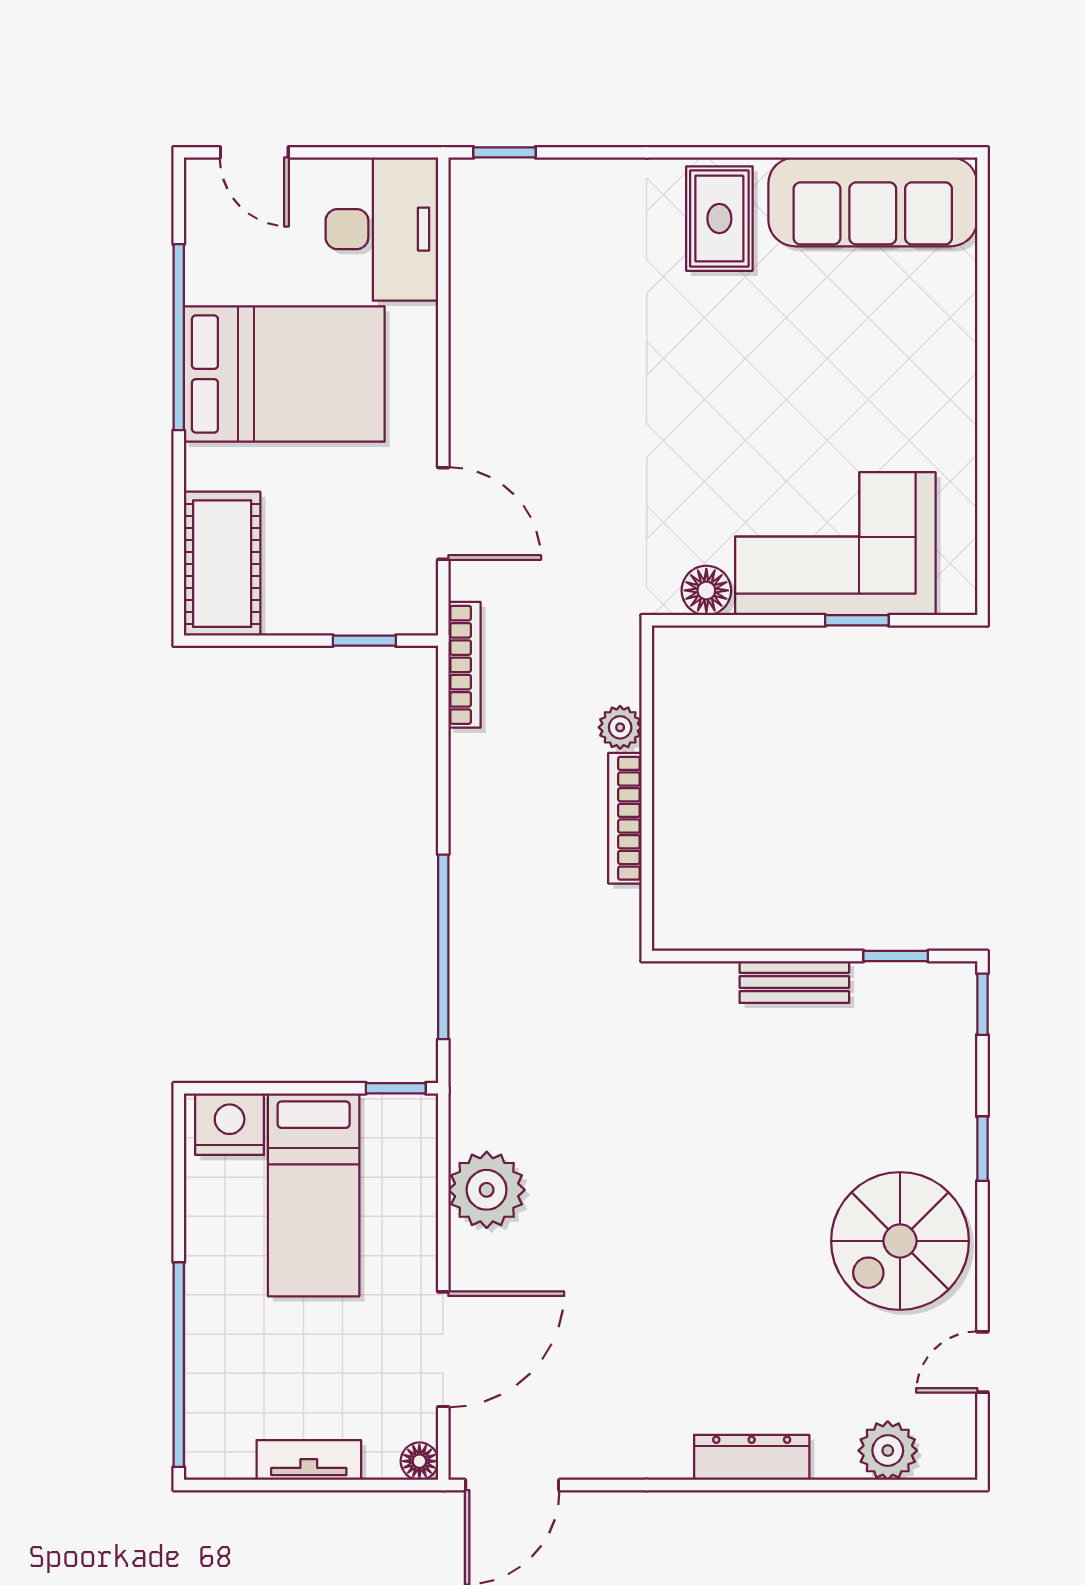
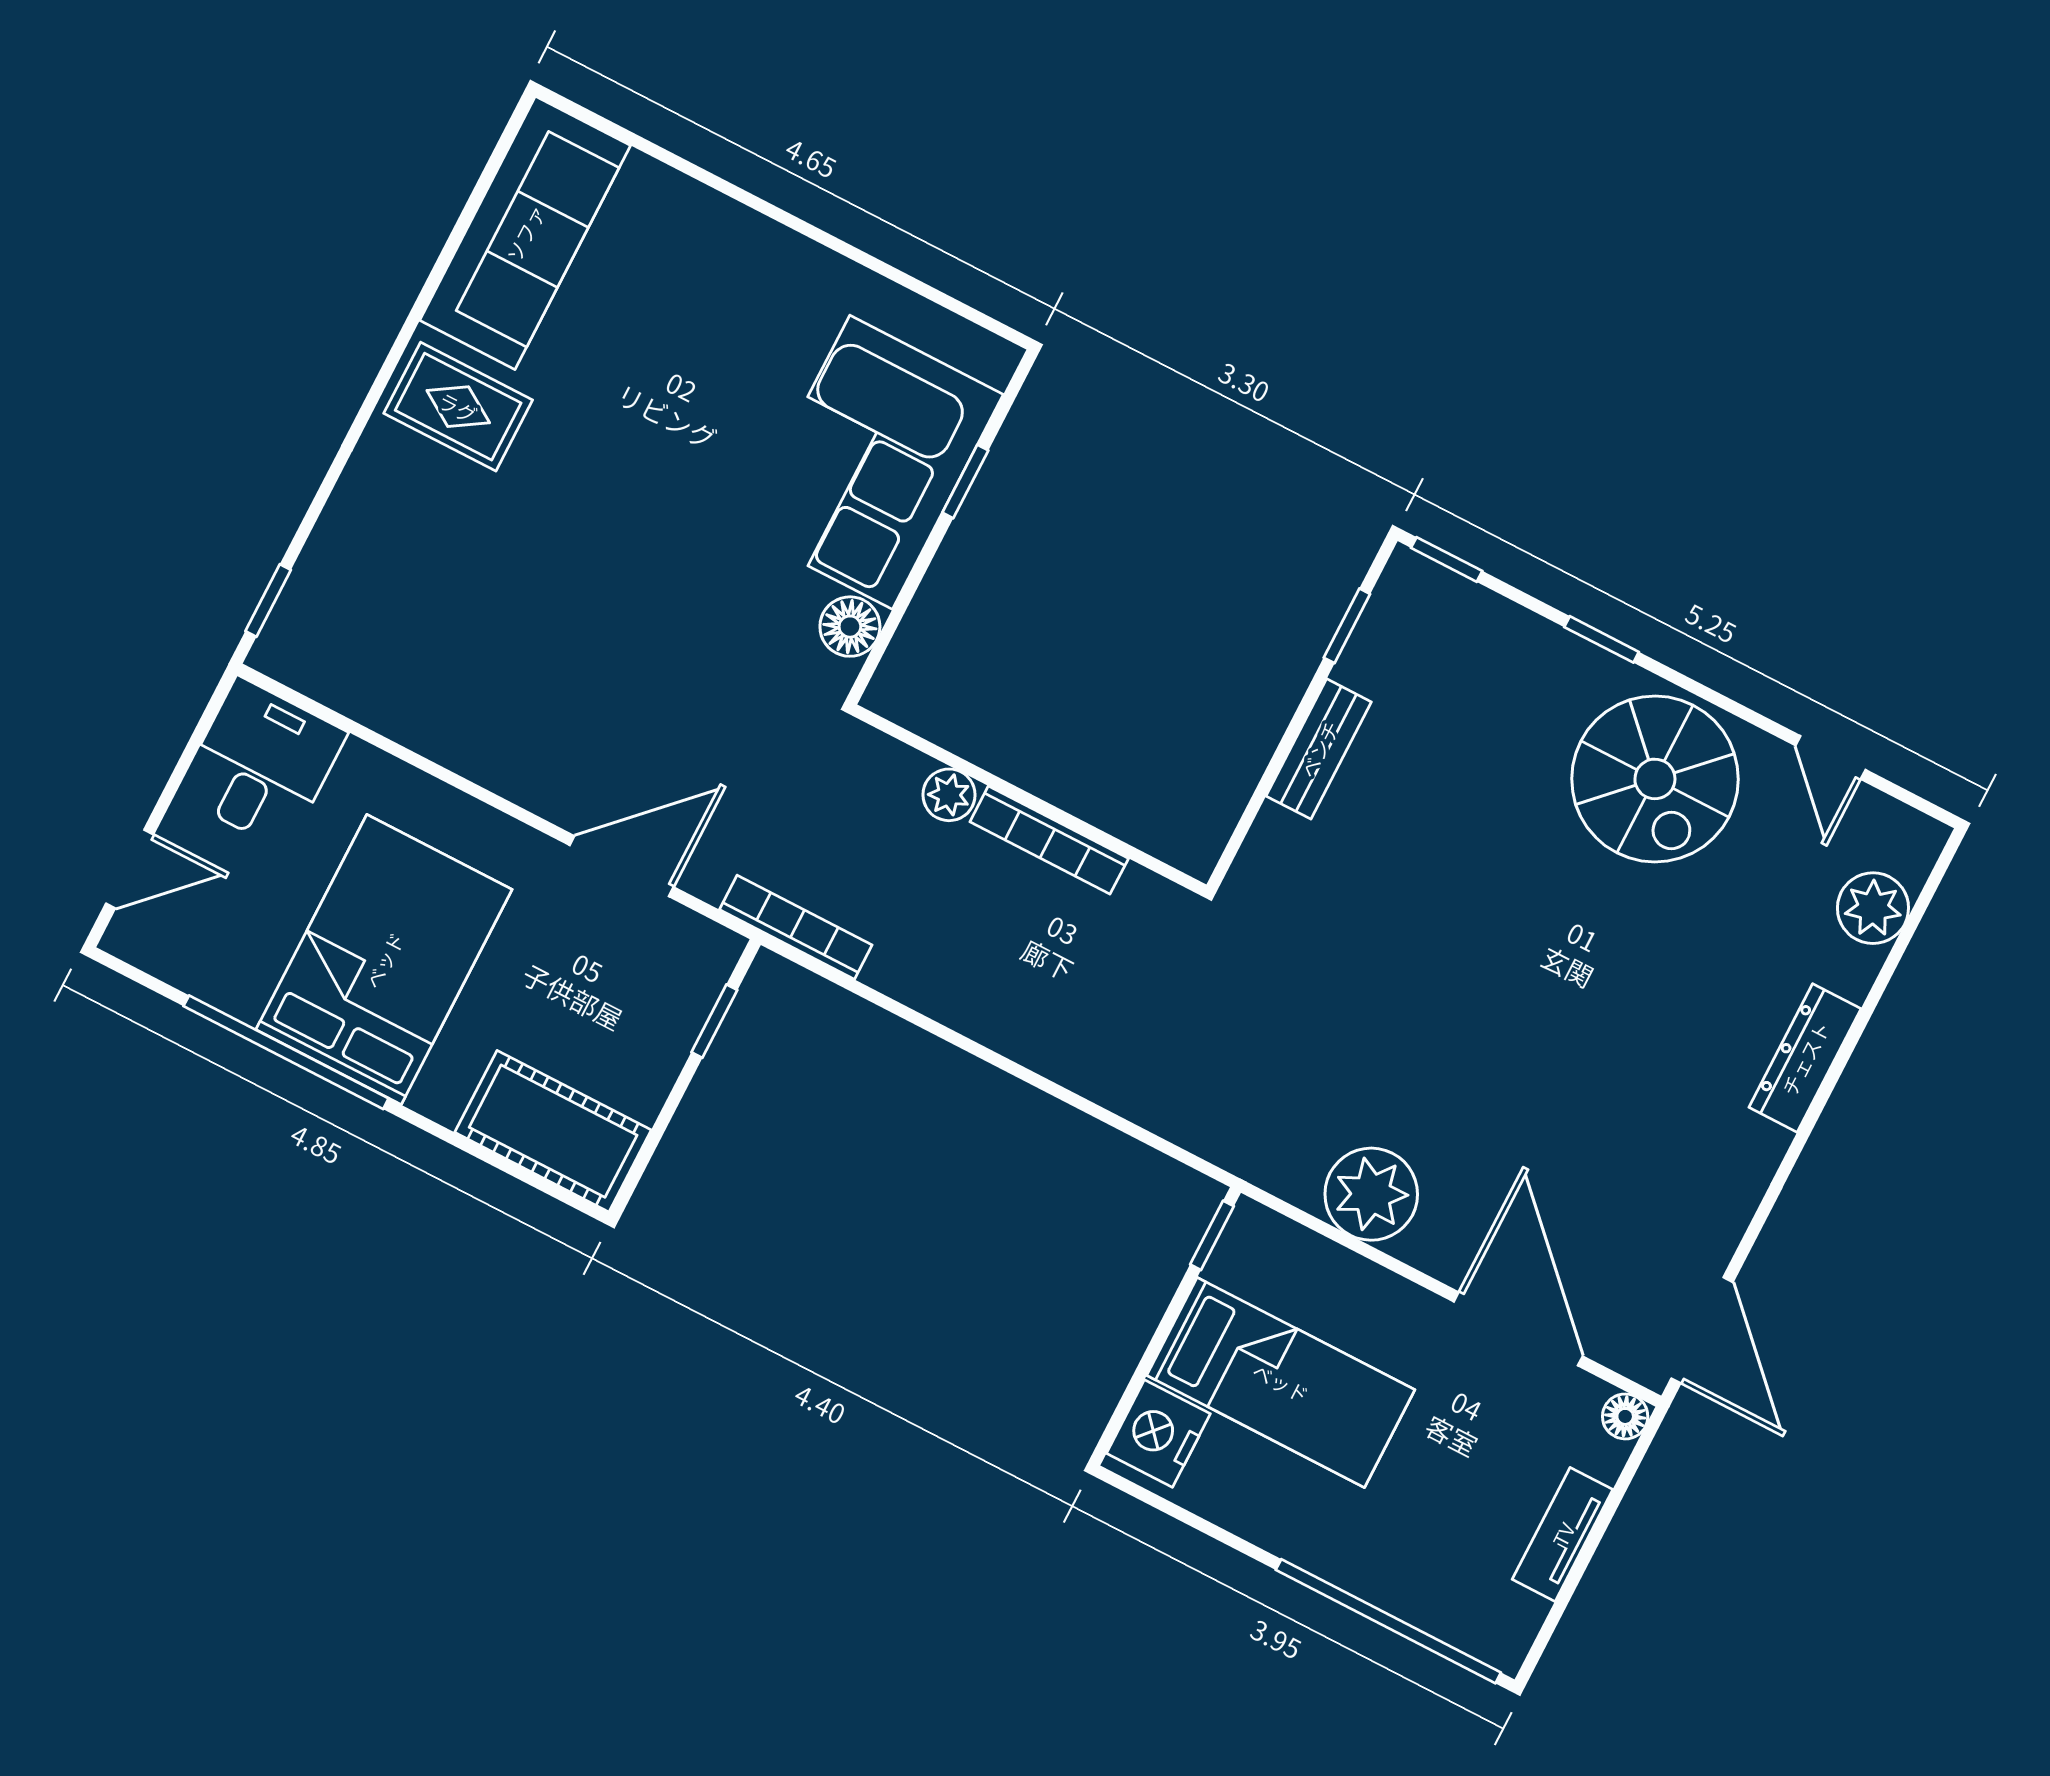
desk: (382, 229) -> (262, 764), width x0.73
window: (443, 947) -> (1087, 1106), removed

